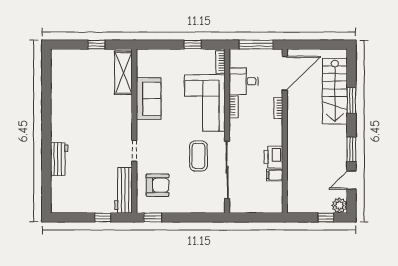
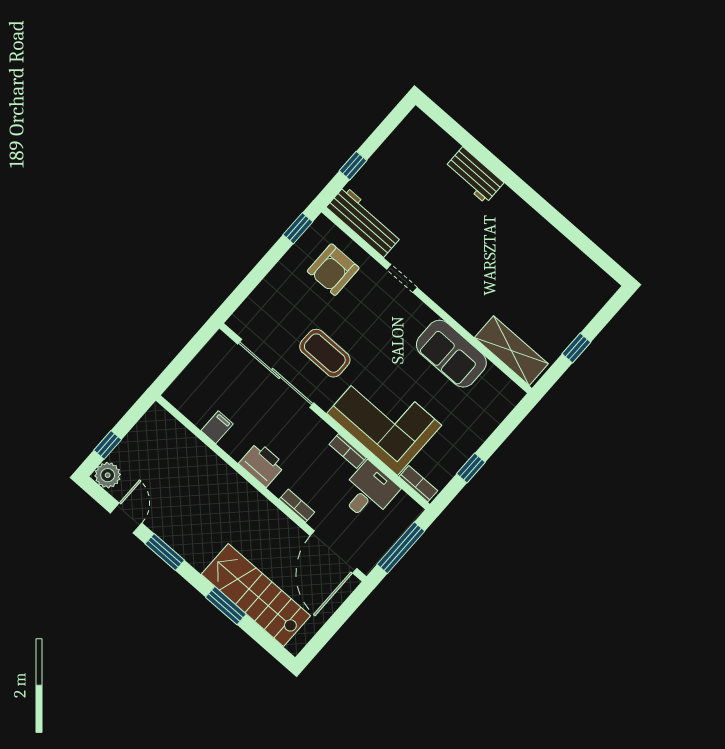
printer: (273, 157) -> (262, 464), moved

